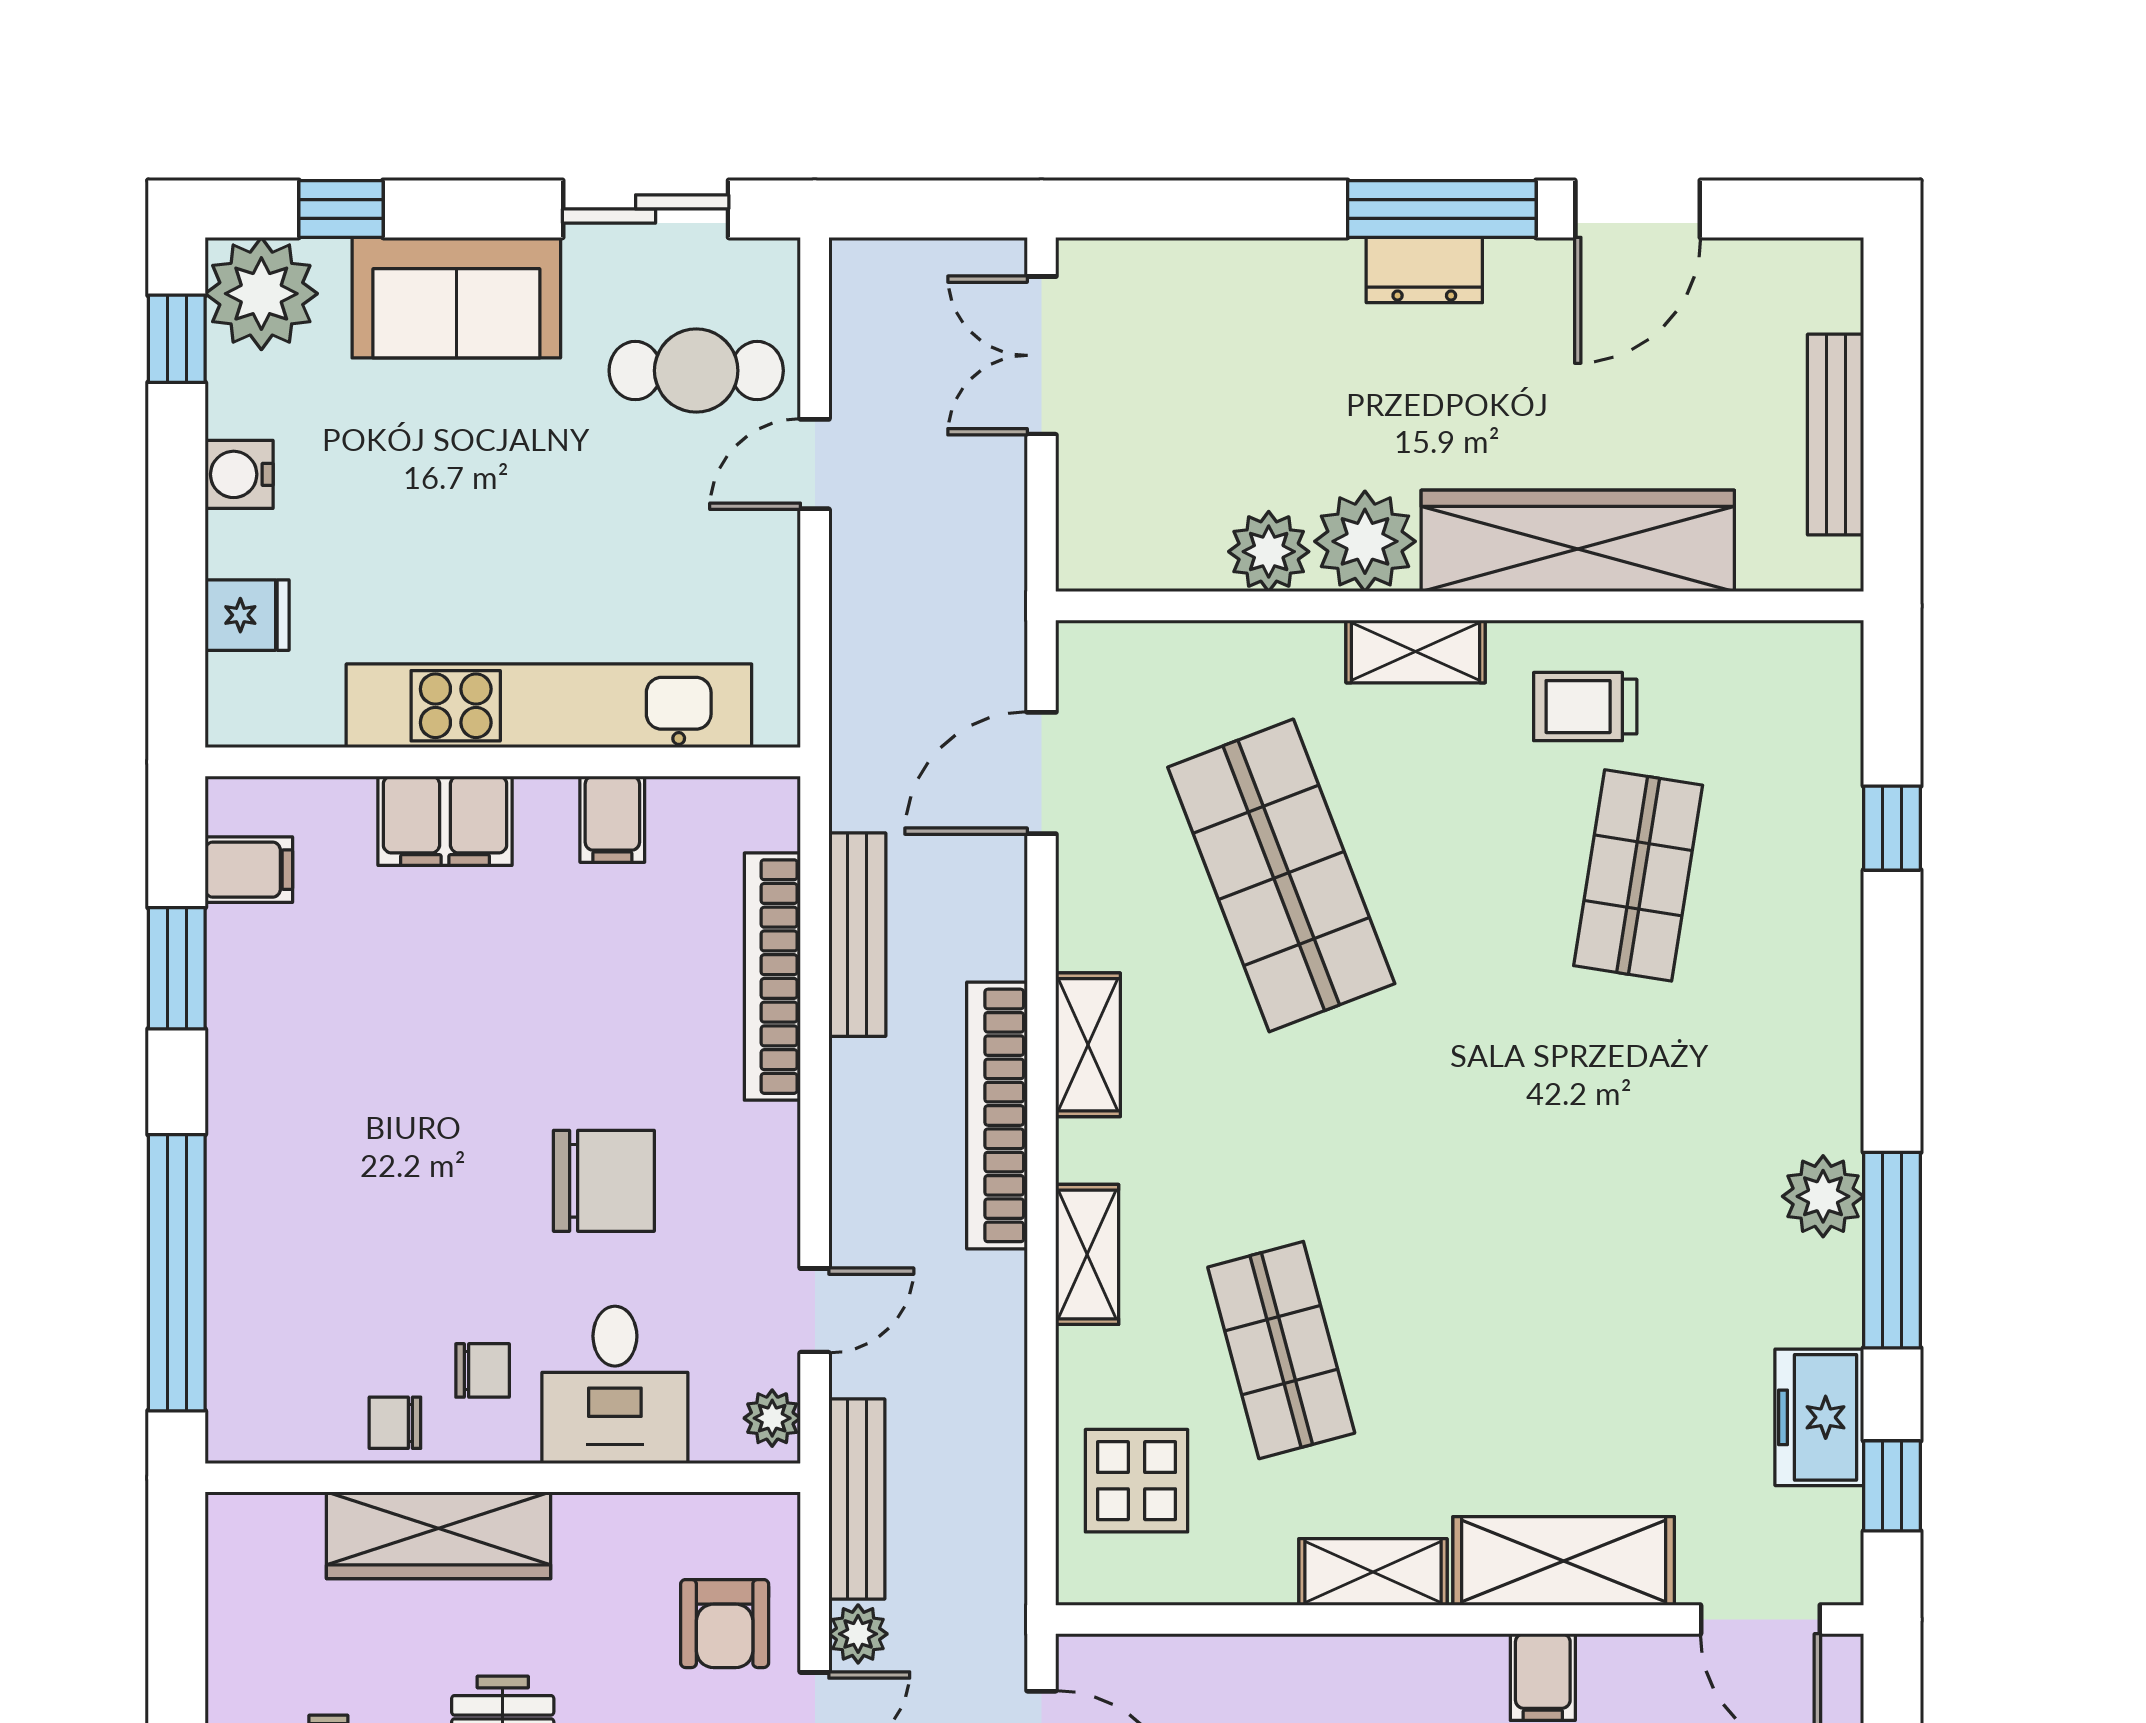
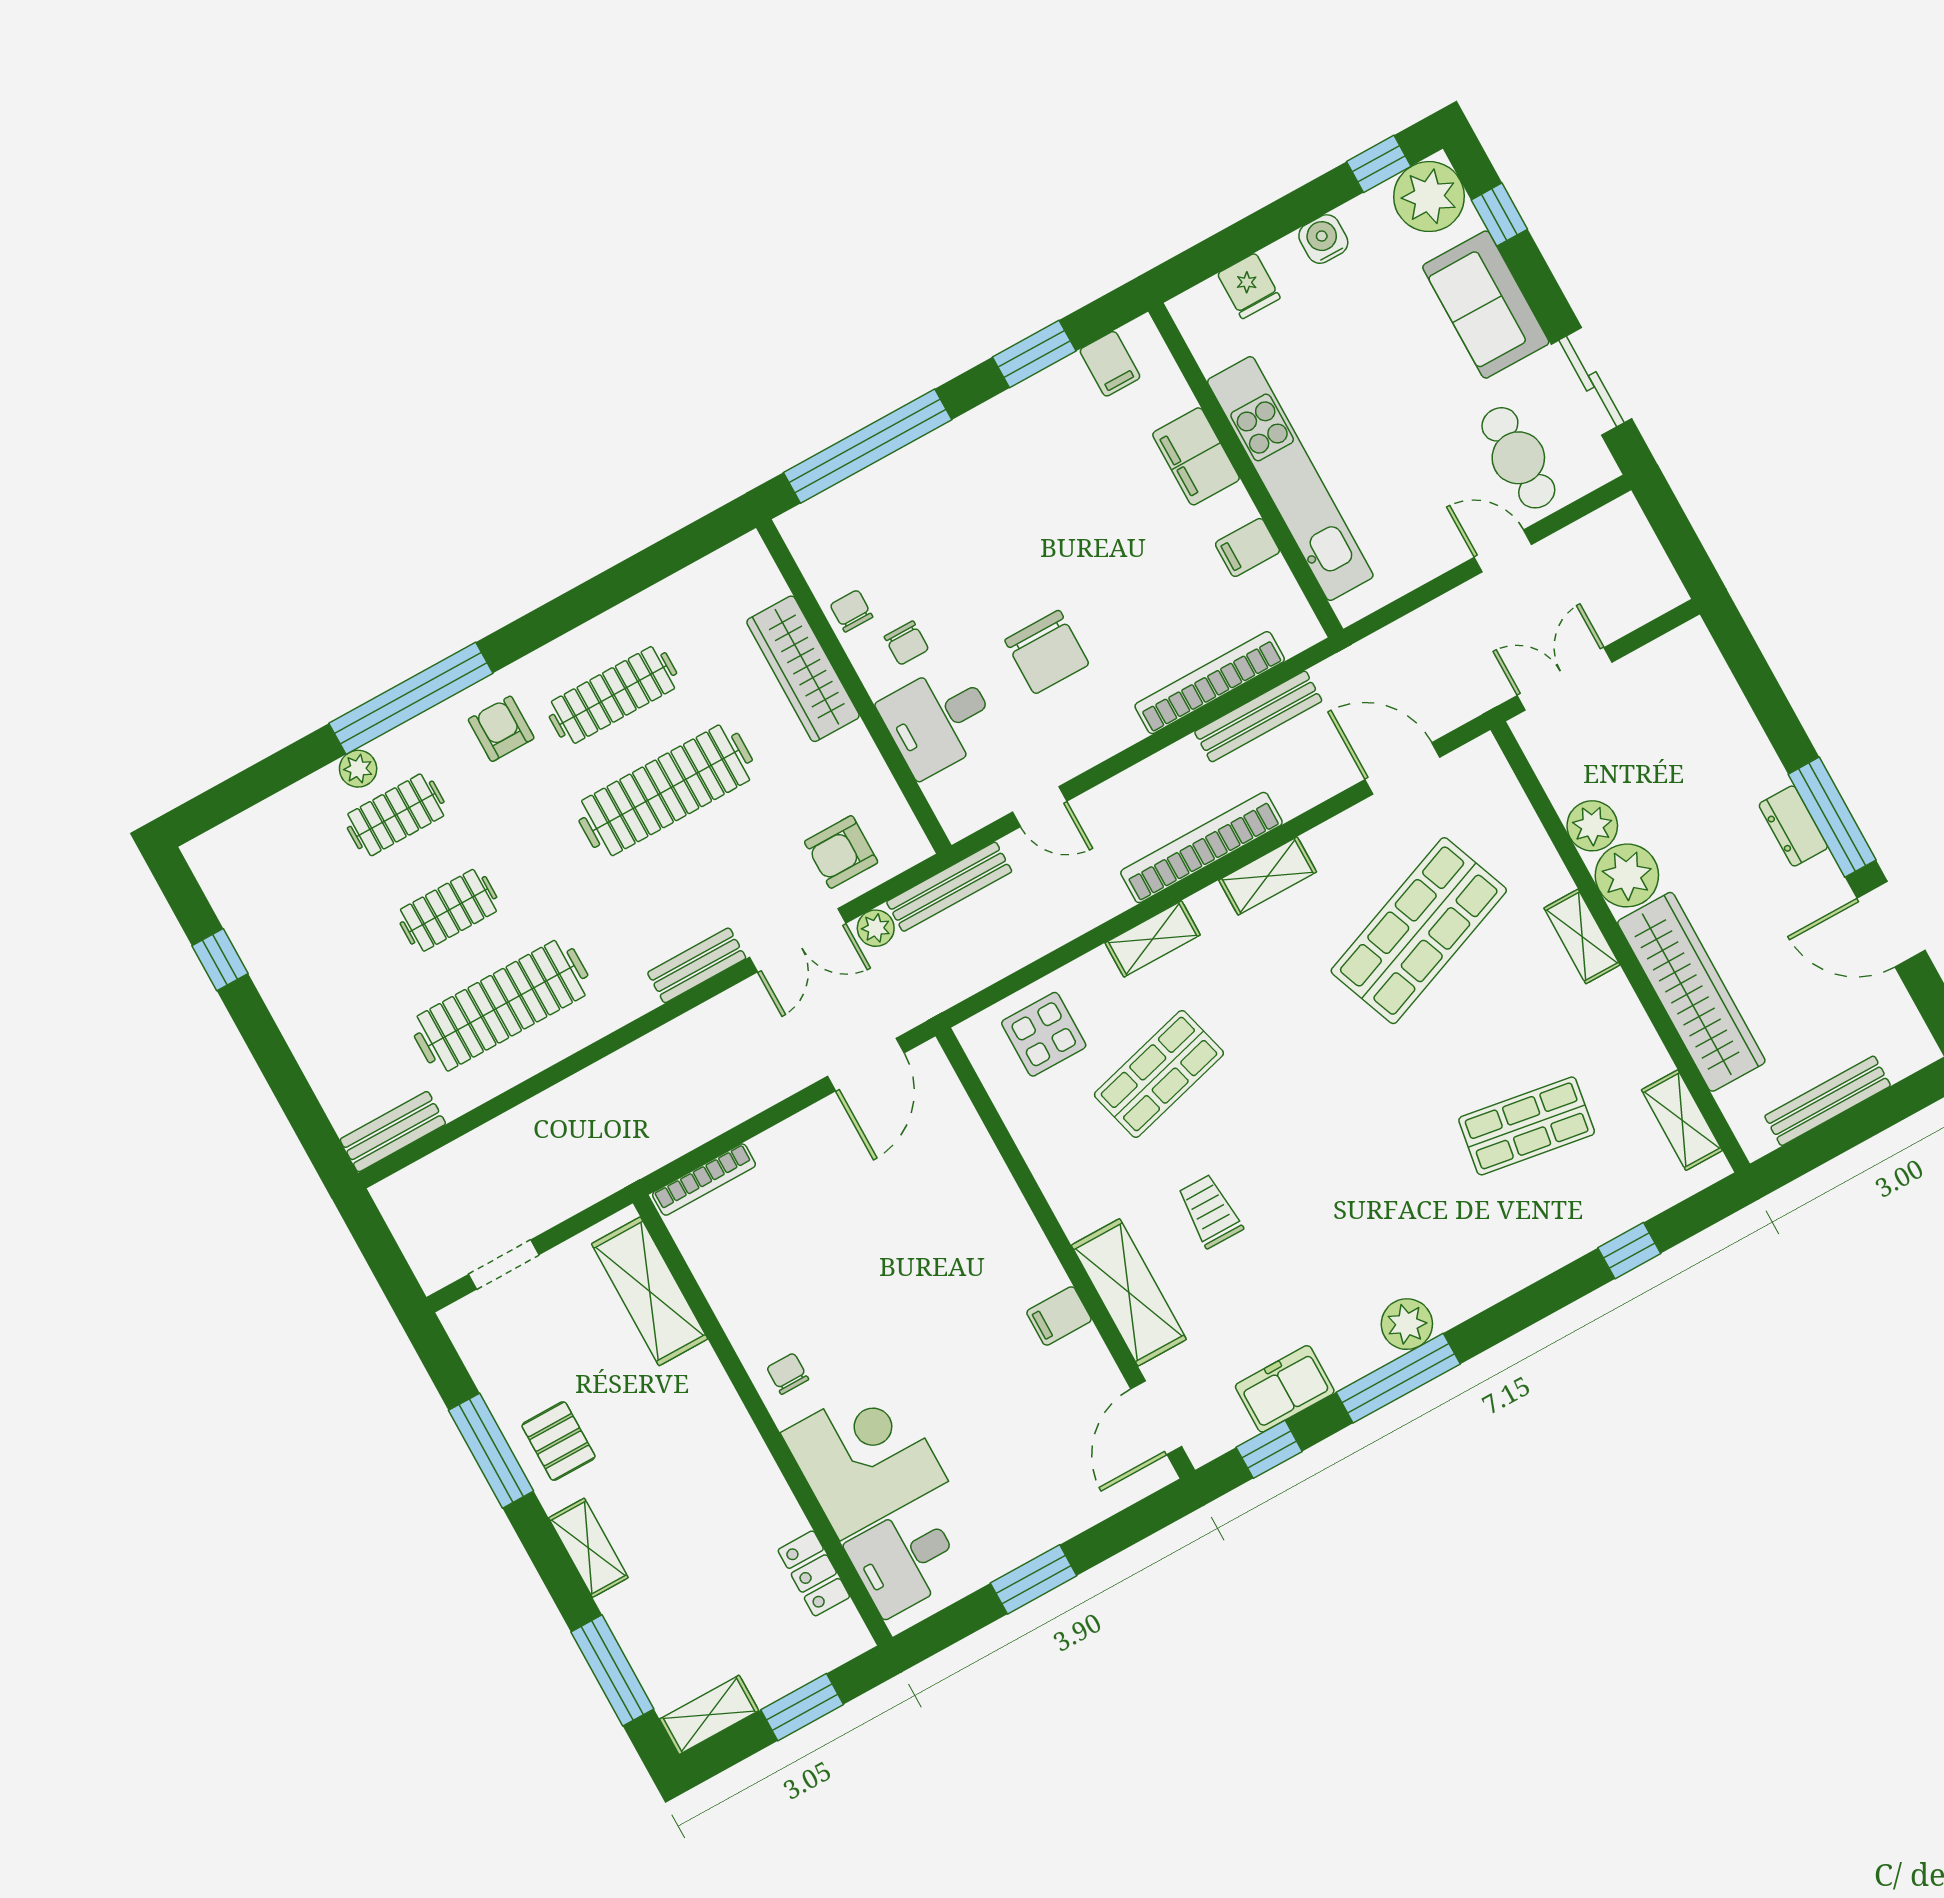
double door: (1041, 355) -> (1565, 679), moved
trolley: (1585, 707) -> (1210, 1211), moved
plant: (772, 1418) -> (968, 816), removed
shelving: (1373, 1572) -> (1682, 1120), moved

